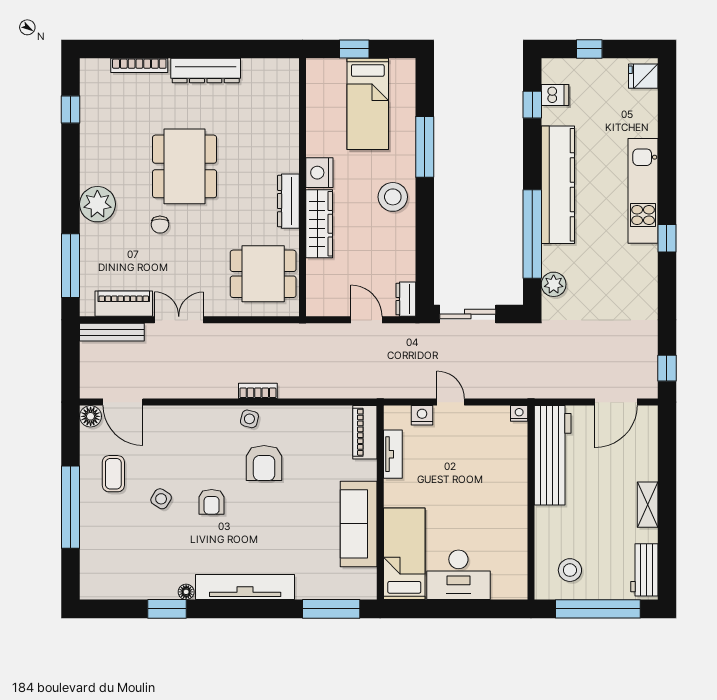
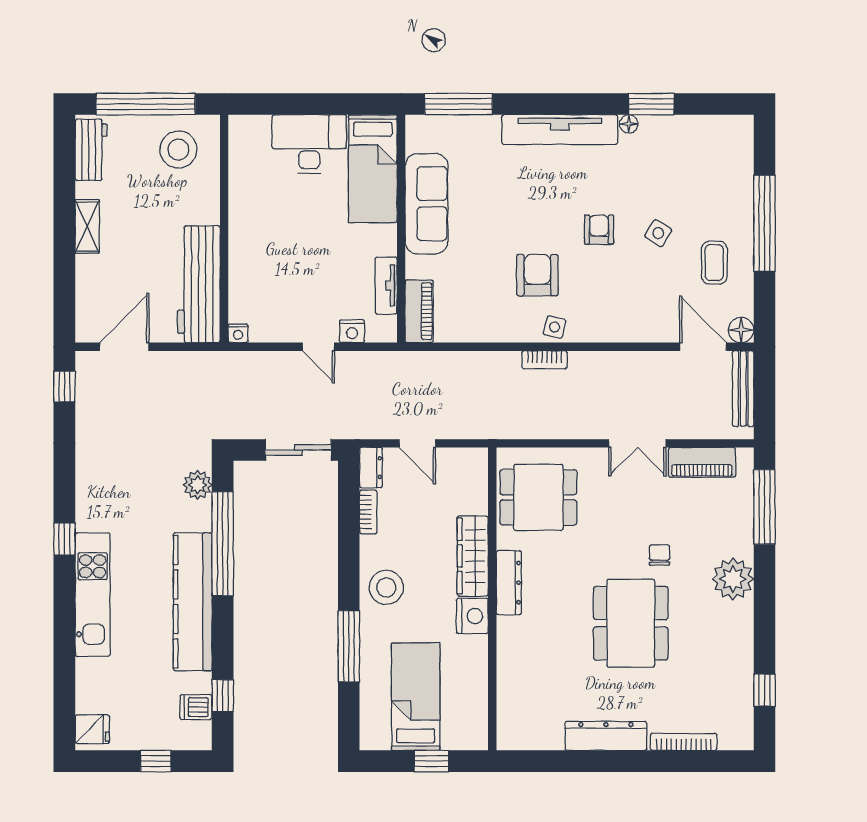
bookcase: (408, 261) -> (368, 512), added
bench: (112, 332) -> (743, 389), moved, turned 90
stool: (570, 570) -> (178, 150), width x1.38, depth x1.38

